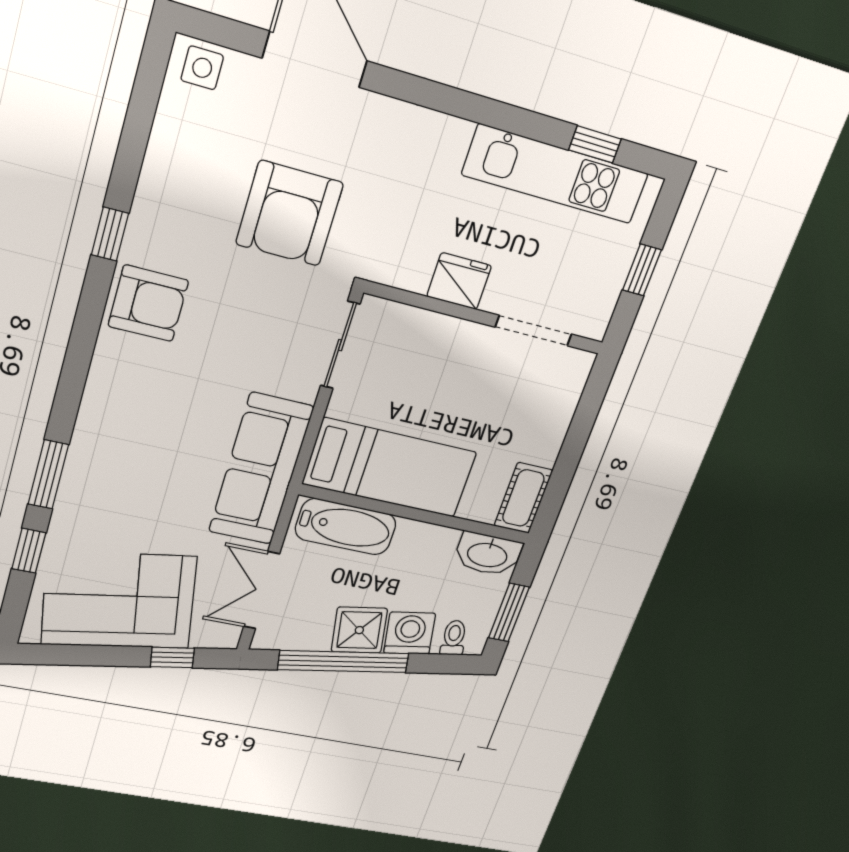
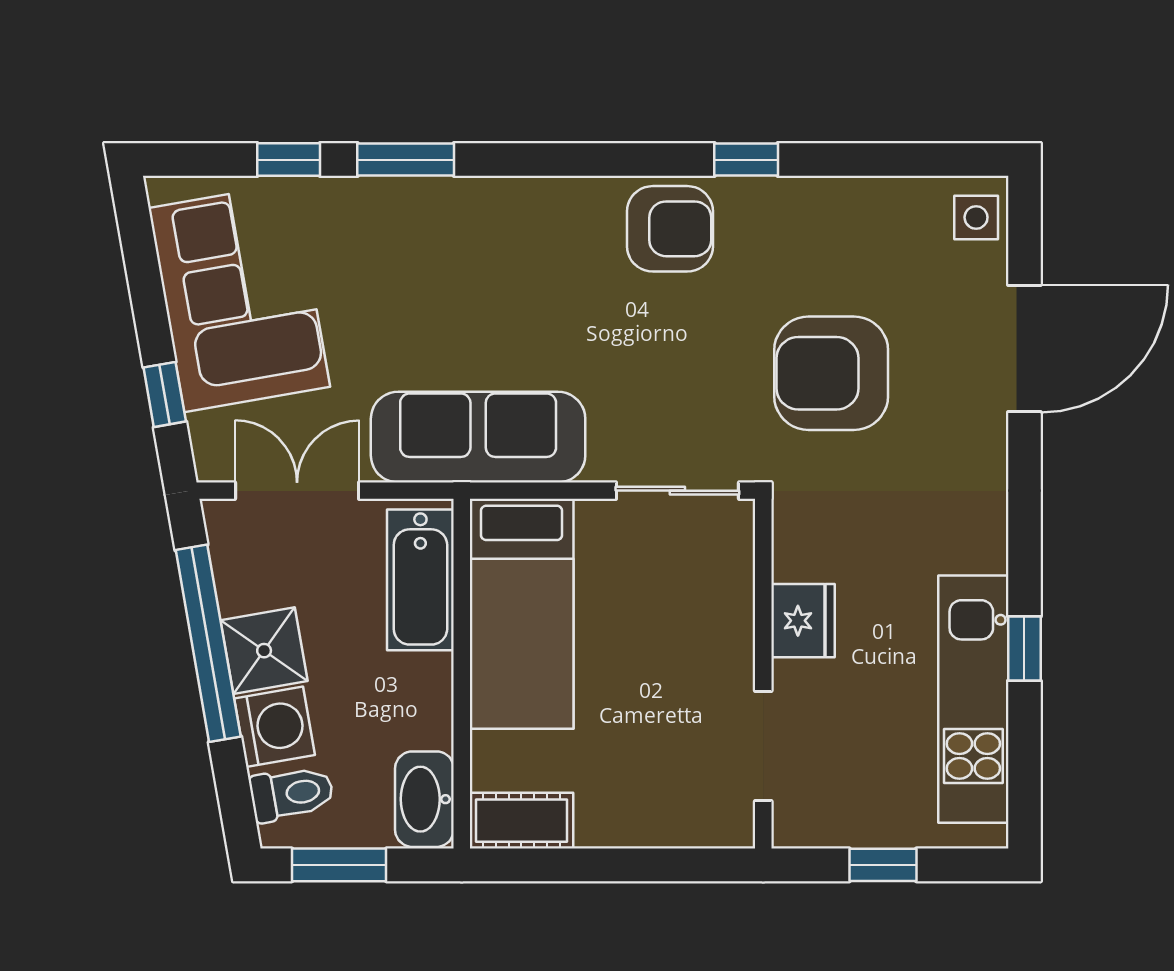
window: (595, 144) -> (1024, 649), moved
armchair: (148, 303) -> (670, 229), turned -90
toilet: (454, 638) -> (292, 794), width x1.37, depth x1.39

